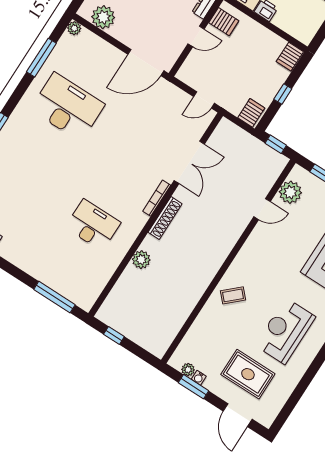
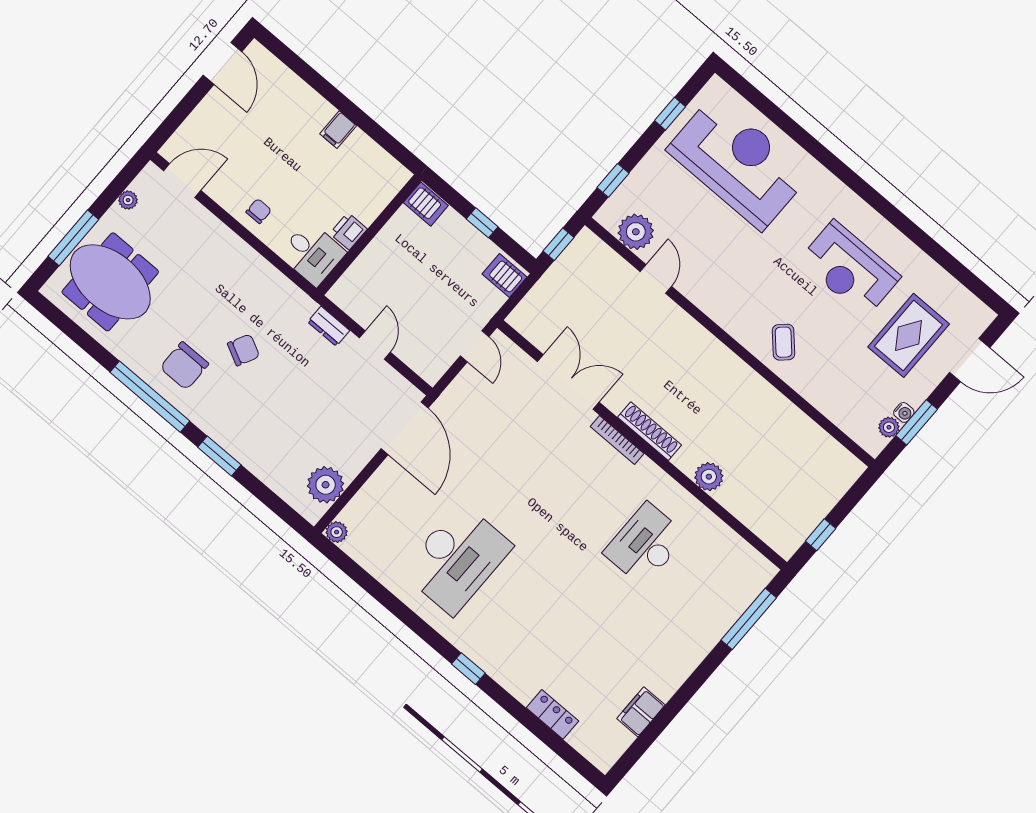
server rack: (224, 22) -> (358, 299), removed
window: (41, 58) -> (375, 589), removed
desk: (68, 107) -> (457, 559), turned 180

